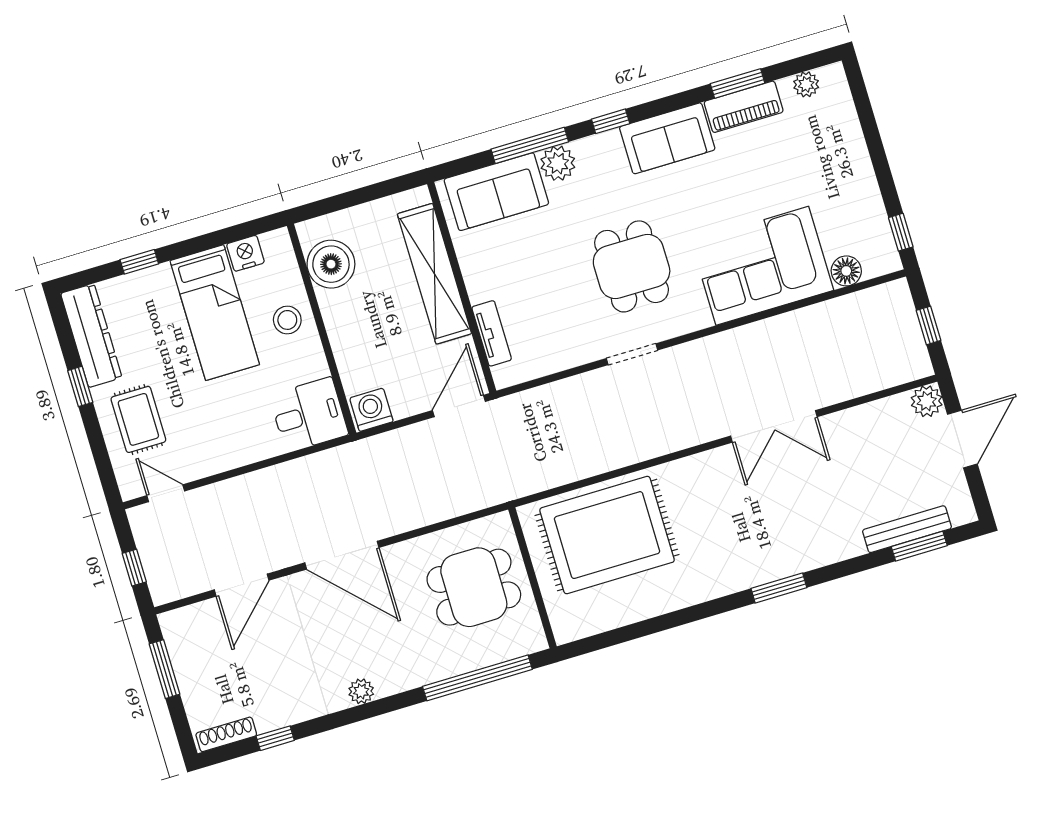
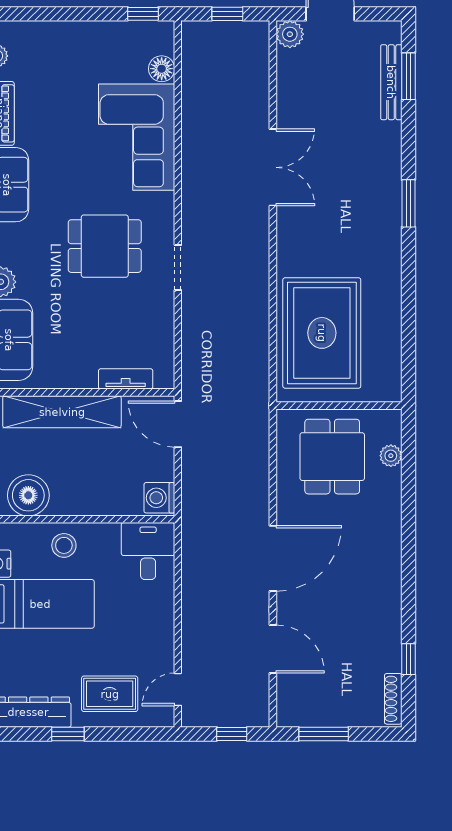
window: (477, 678) -> (408, 476), removed
plant: (361, 691) -> (391, 456), moved

